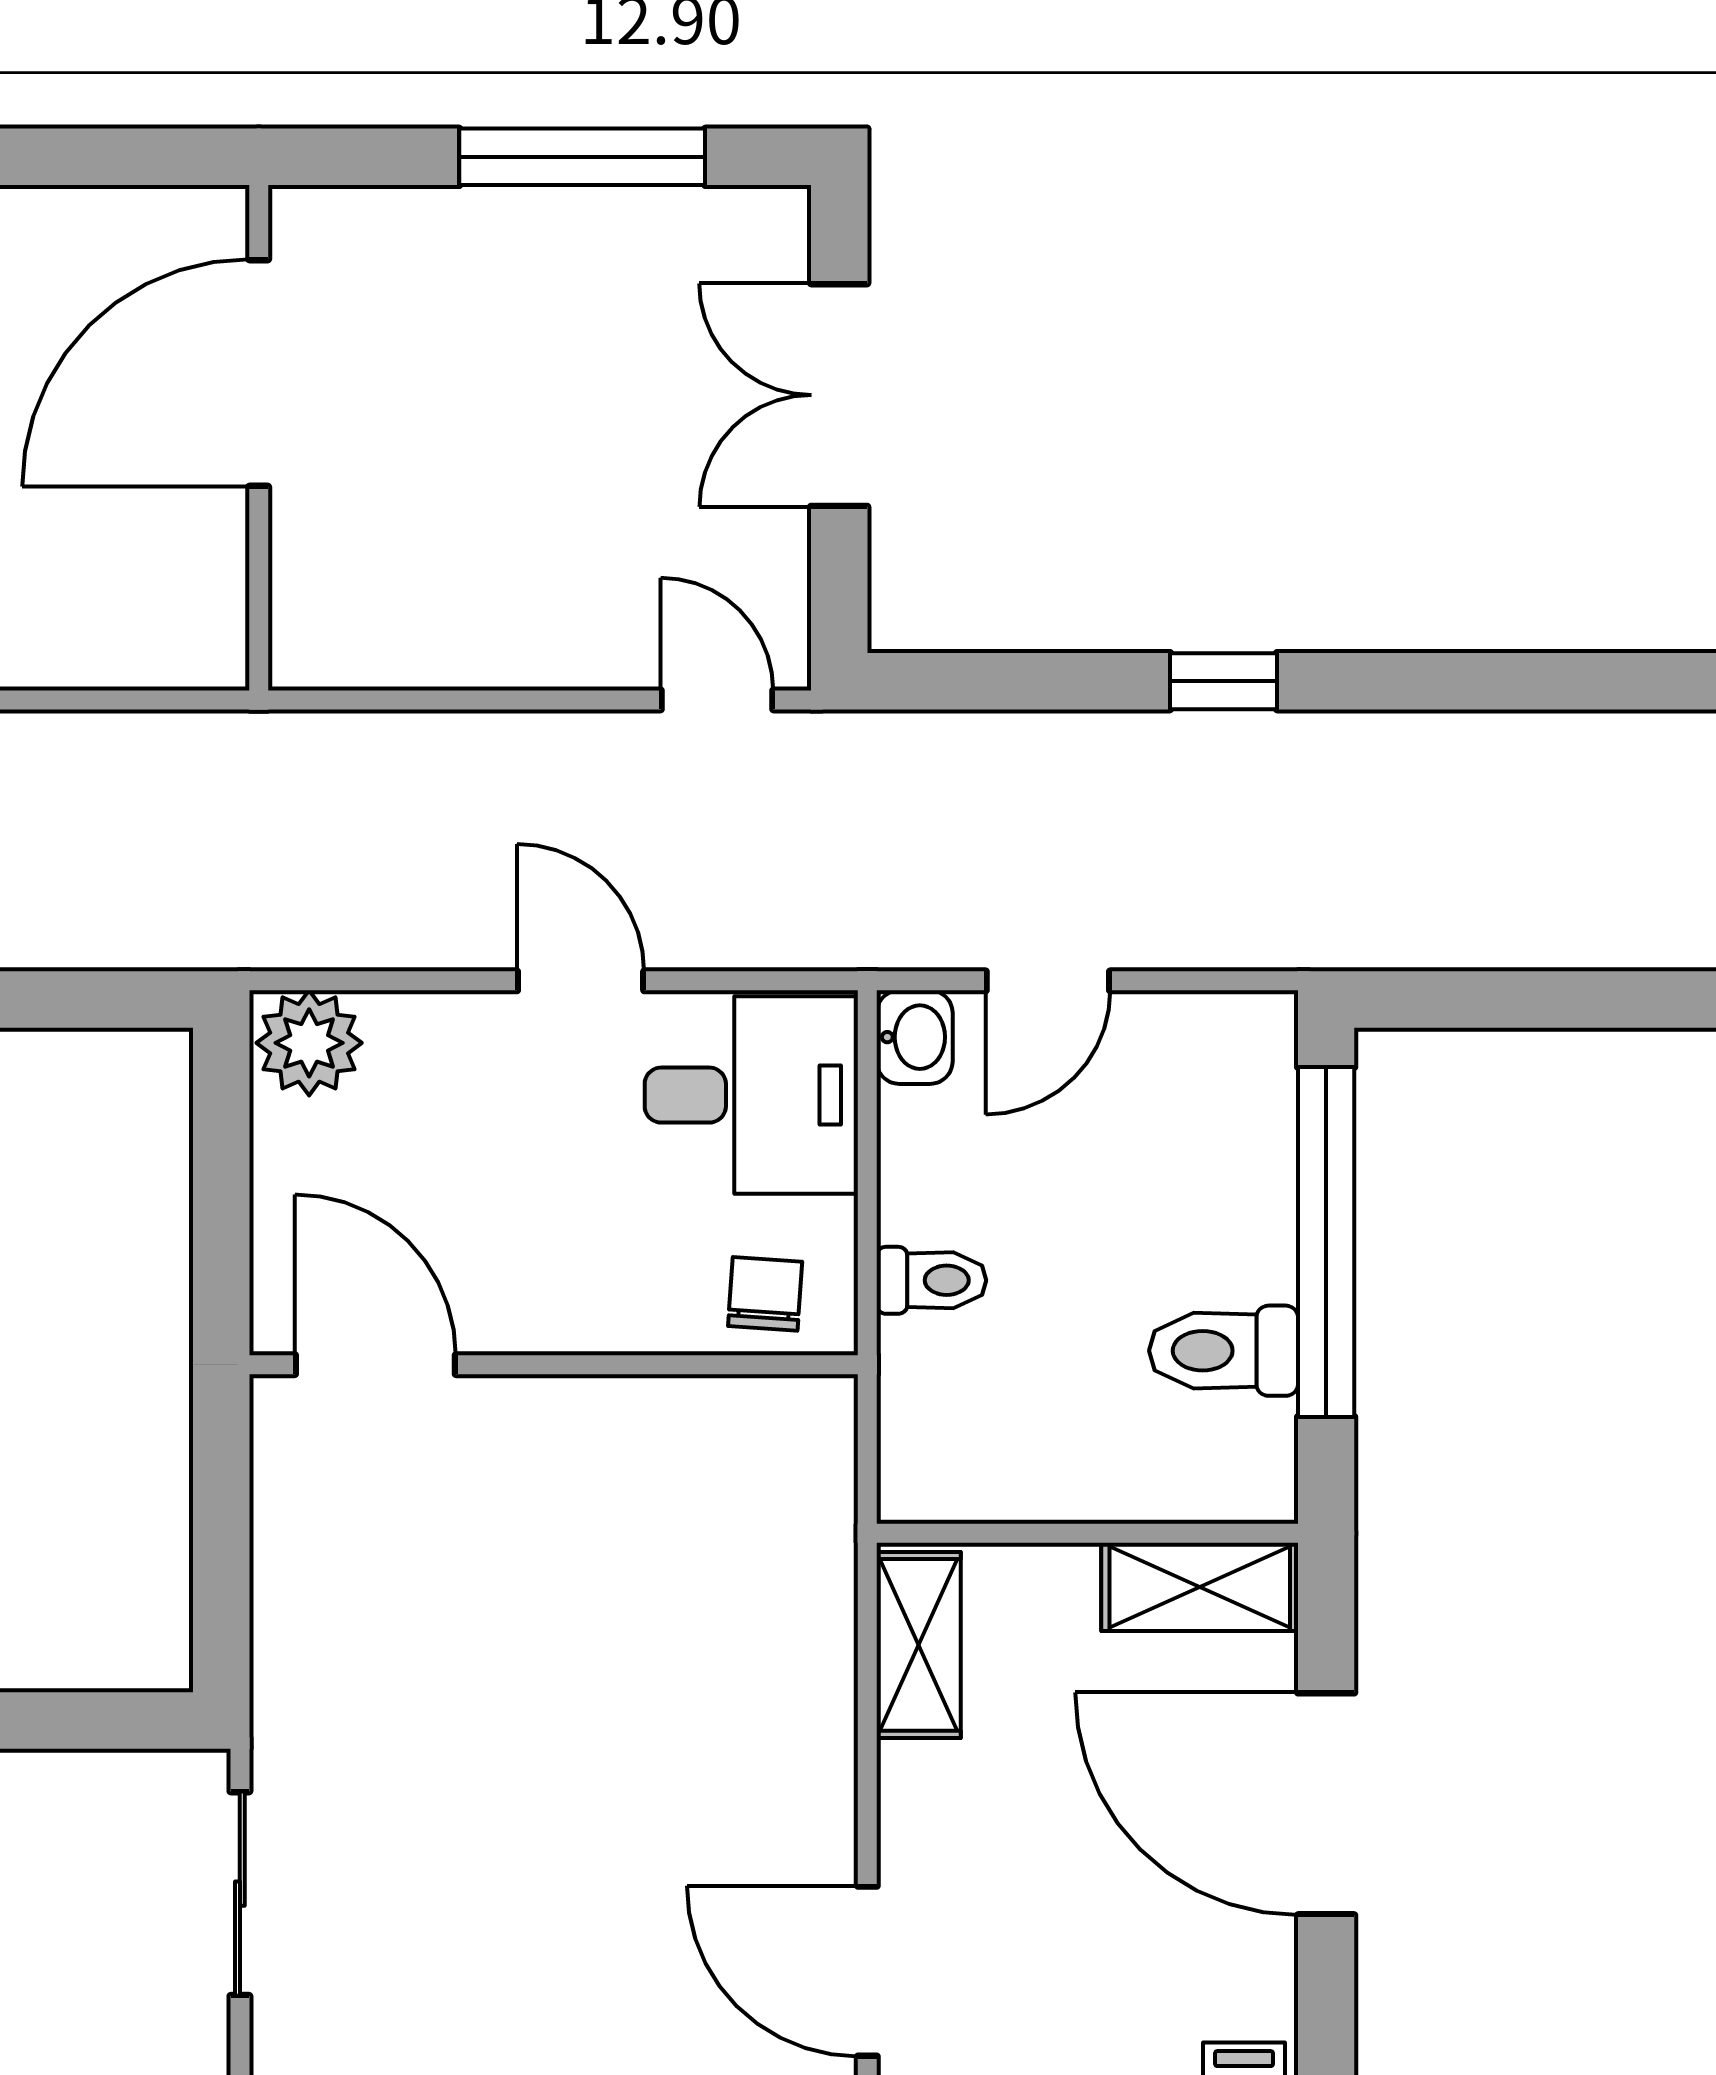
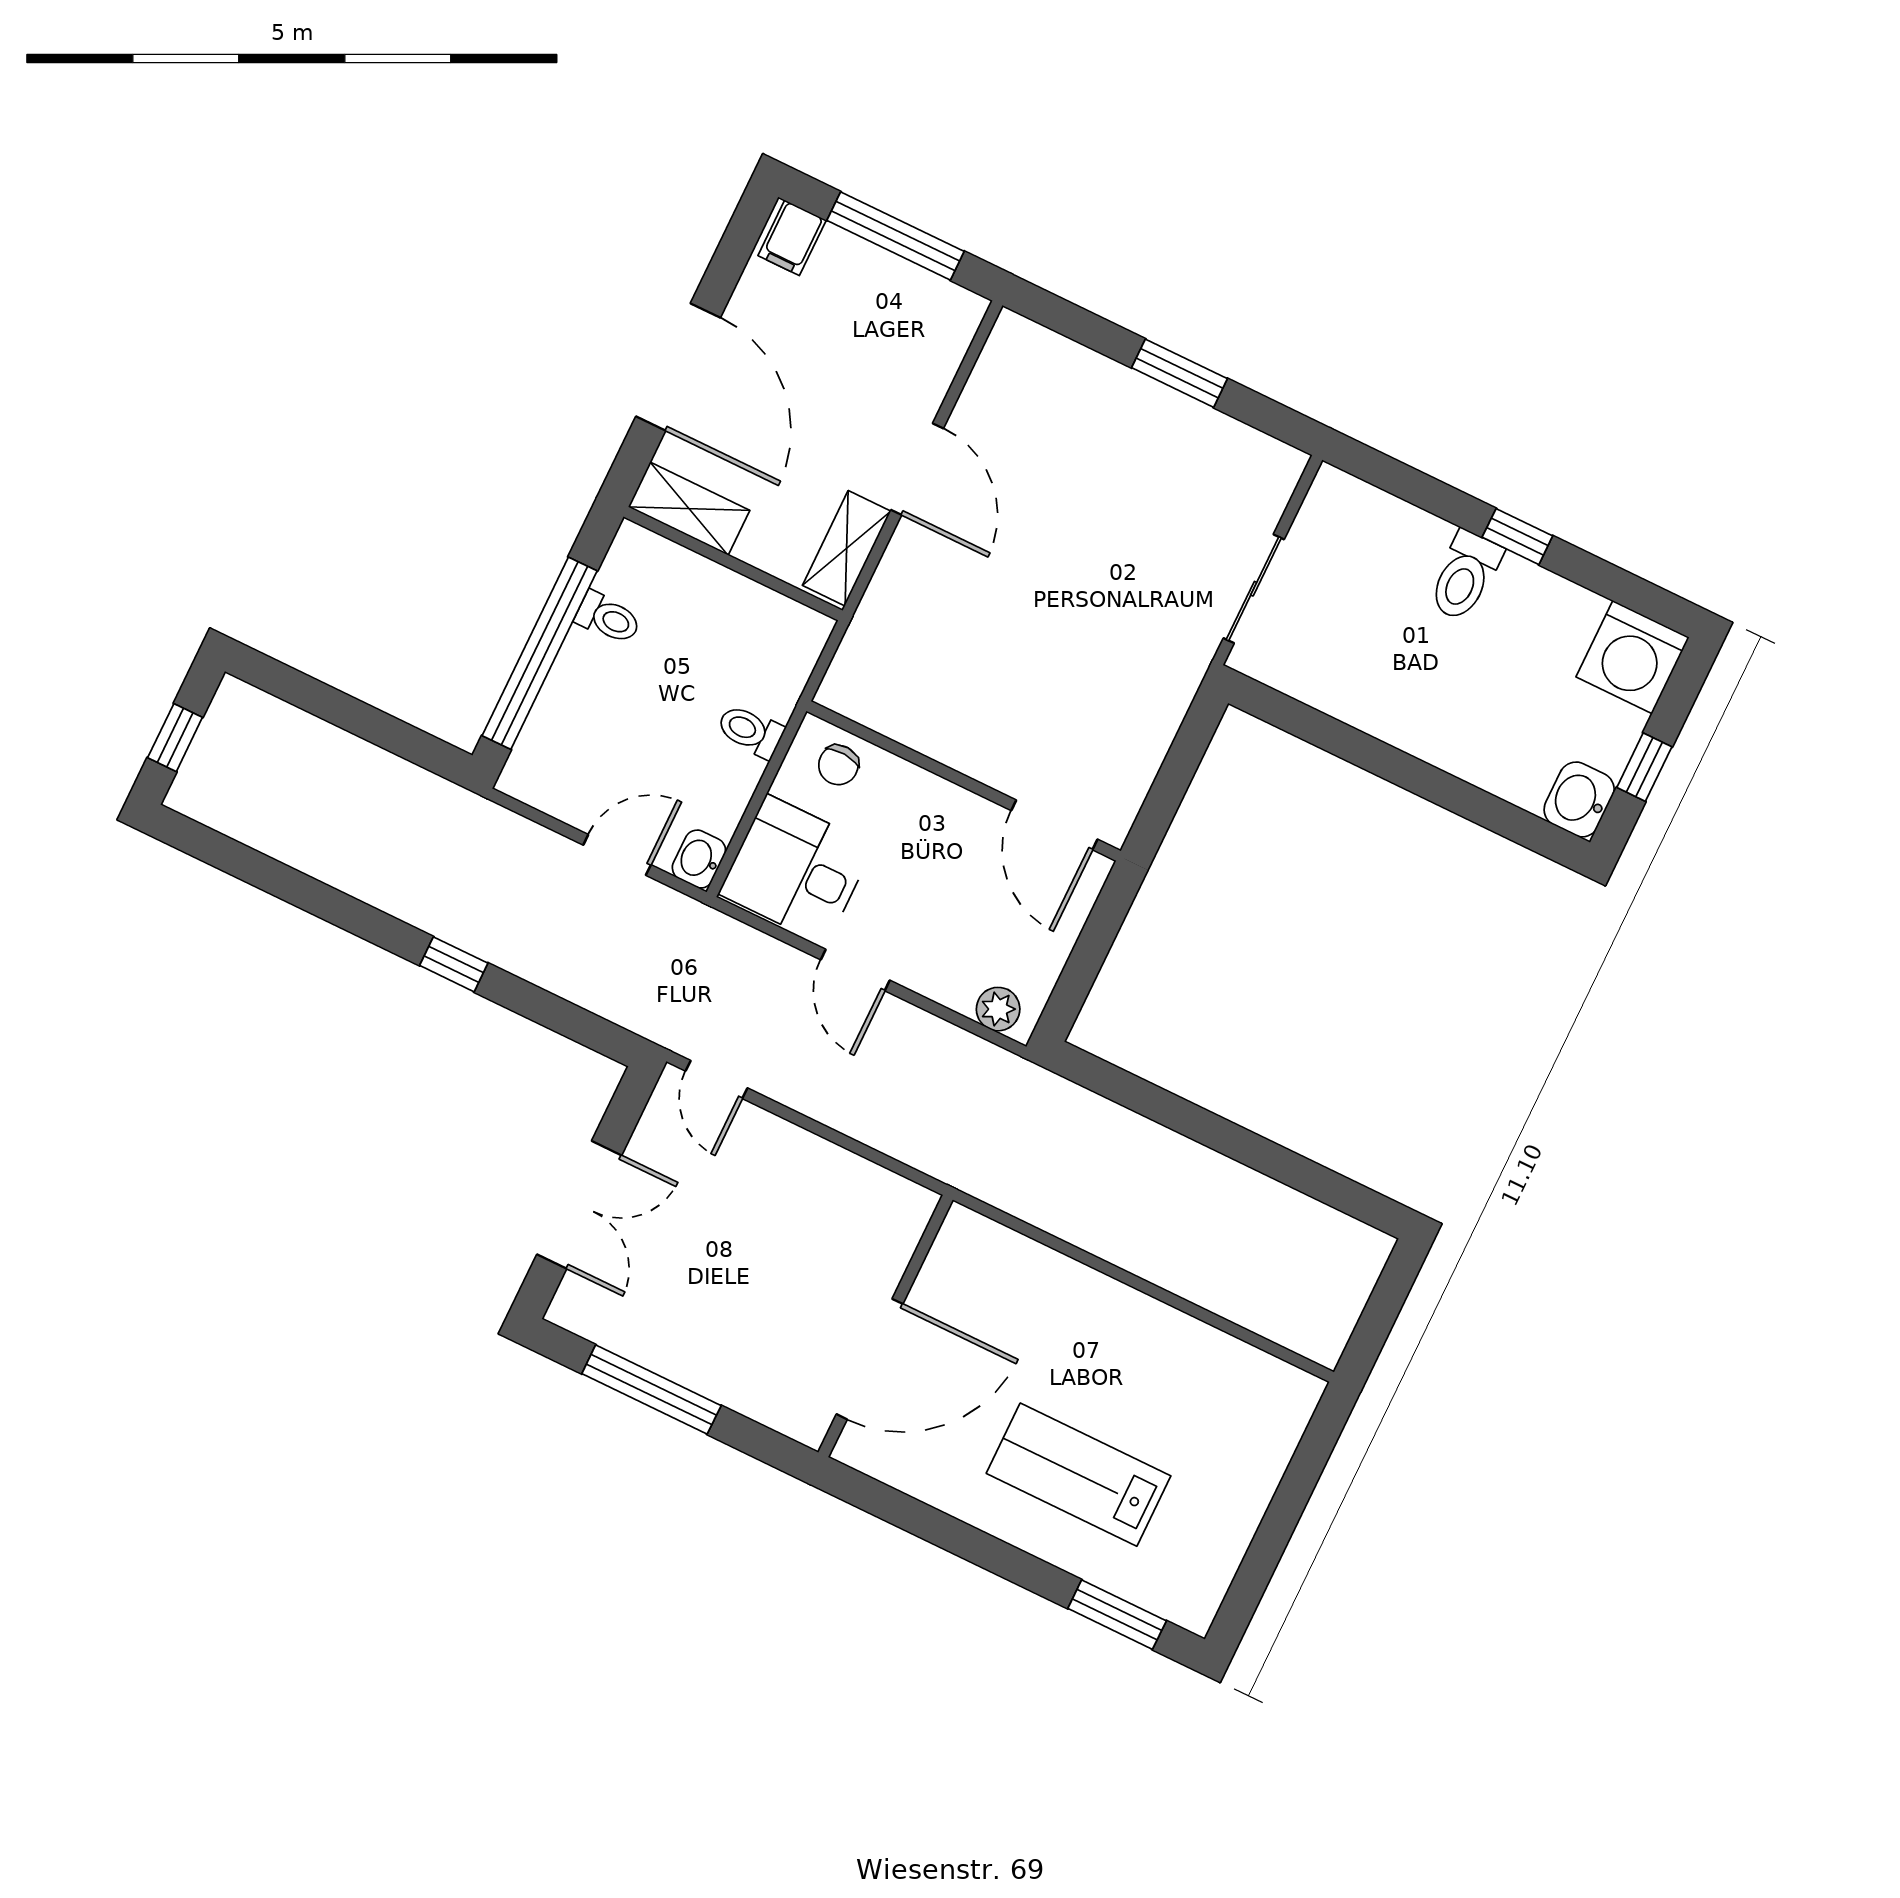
plant: (309, 1043) -> (998, 1009), width x0.73, depth x0.73
toilet: (1224, 1351) -> (608, 618), width x0.73, depth x0.72
door: (867, 1971) -> (917, 469), moved

